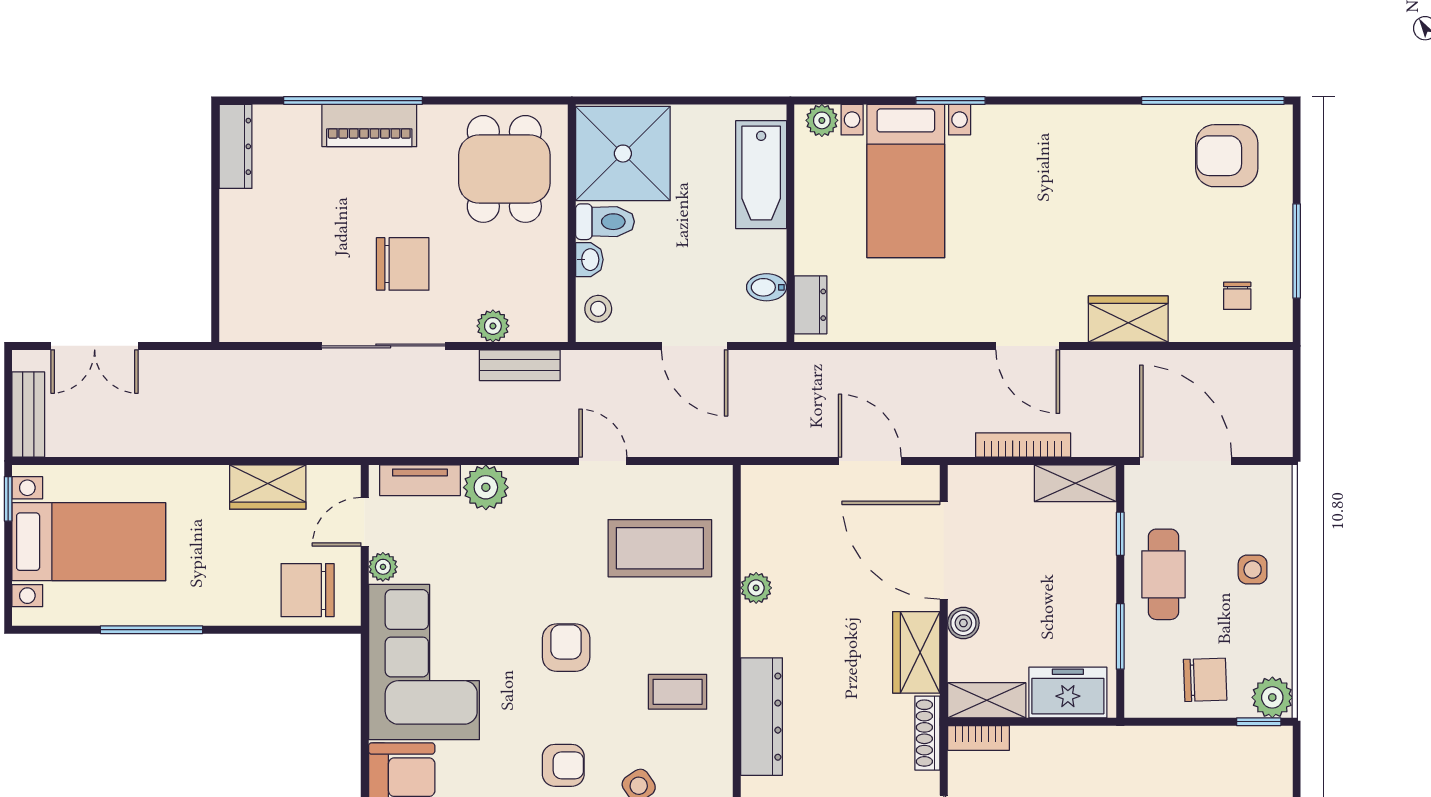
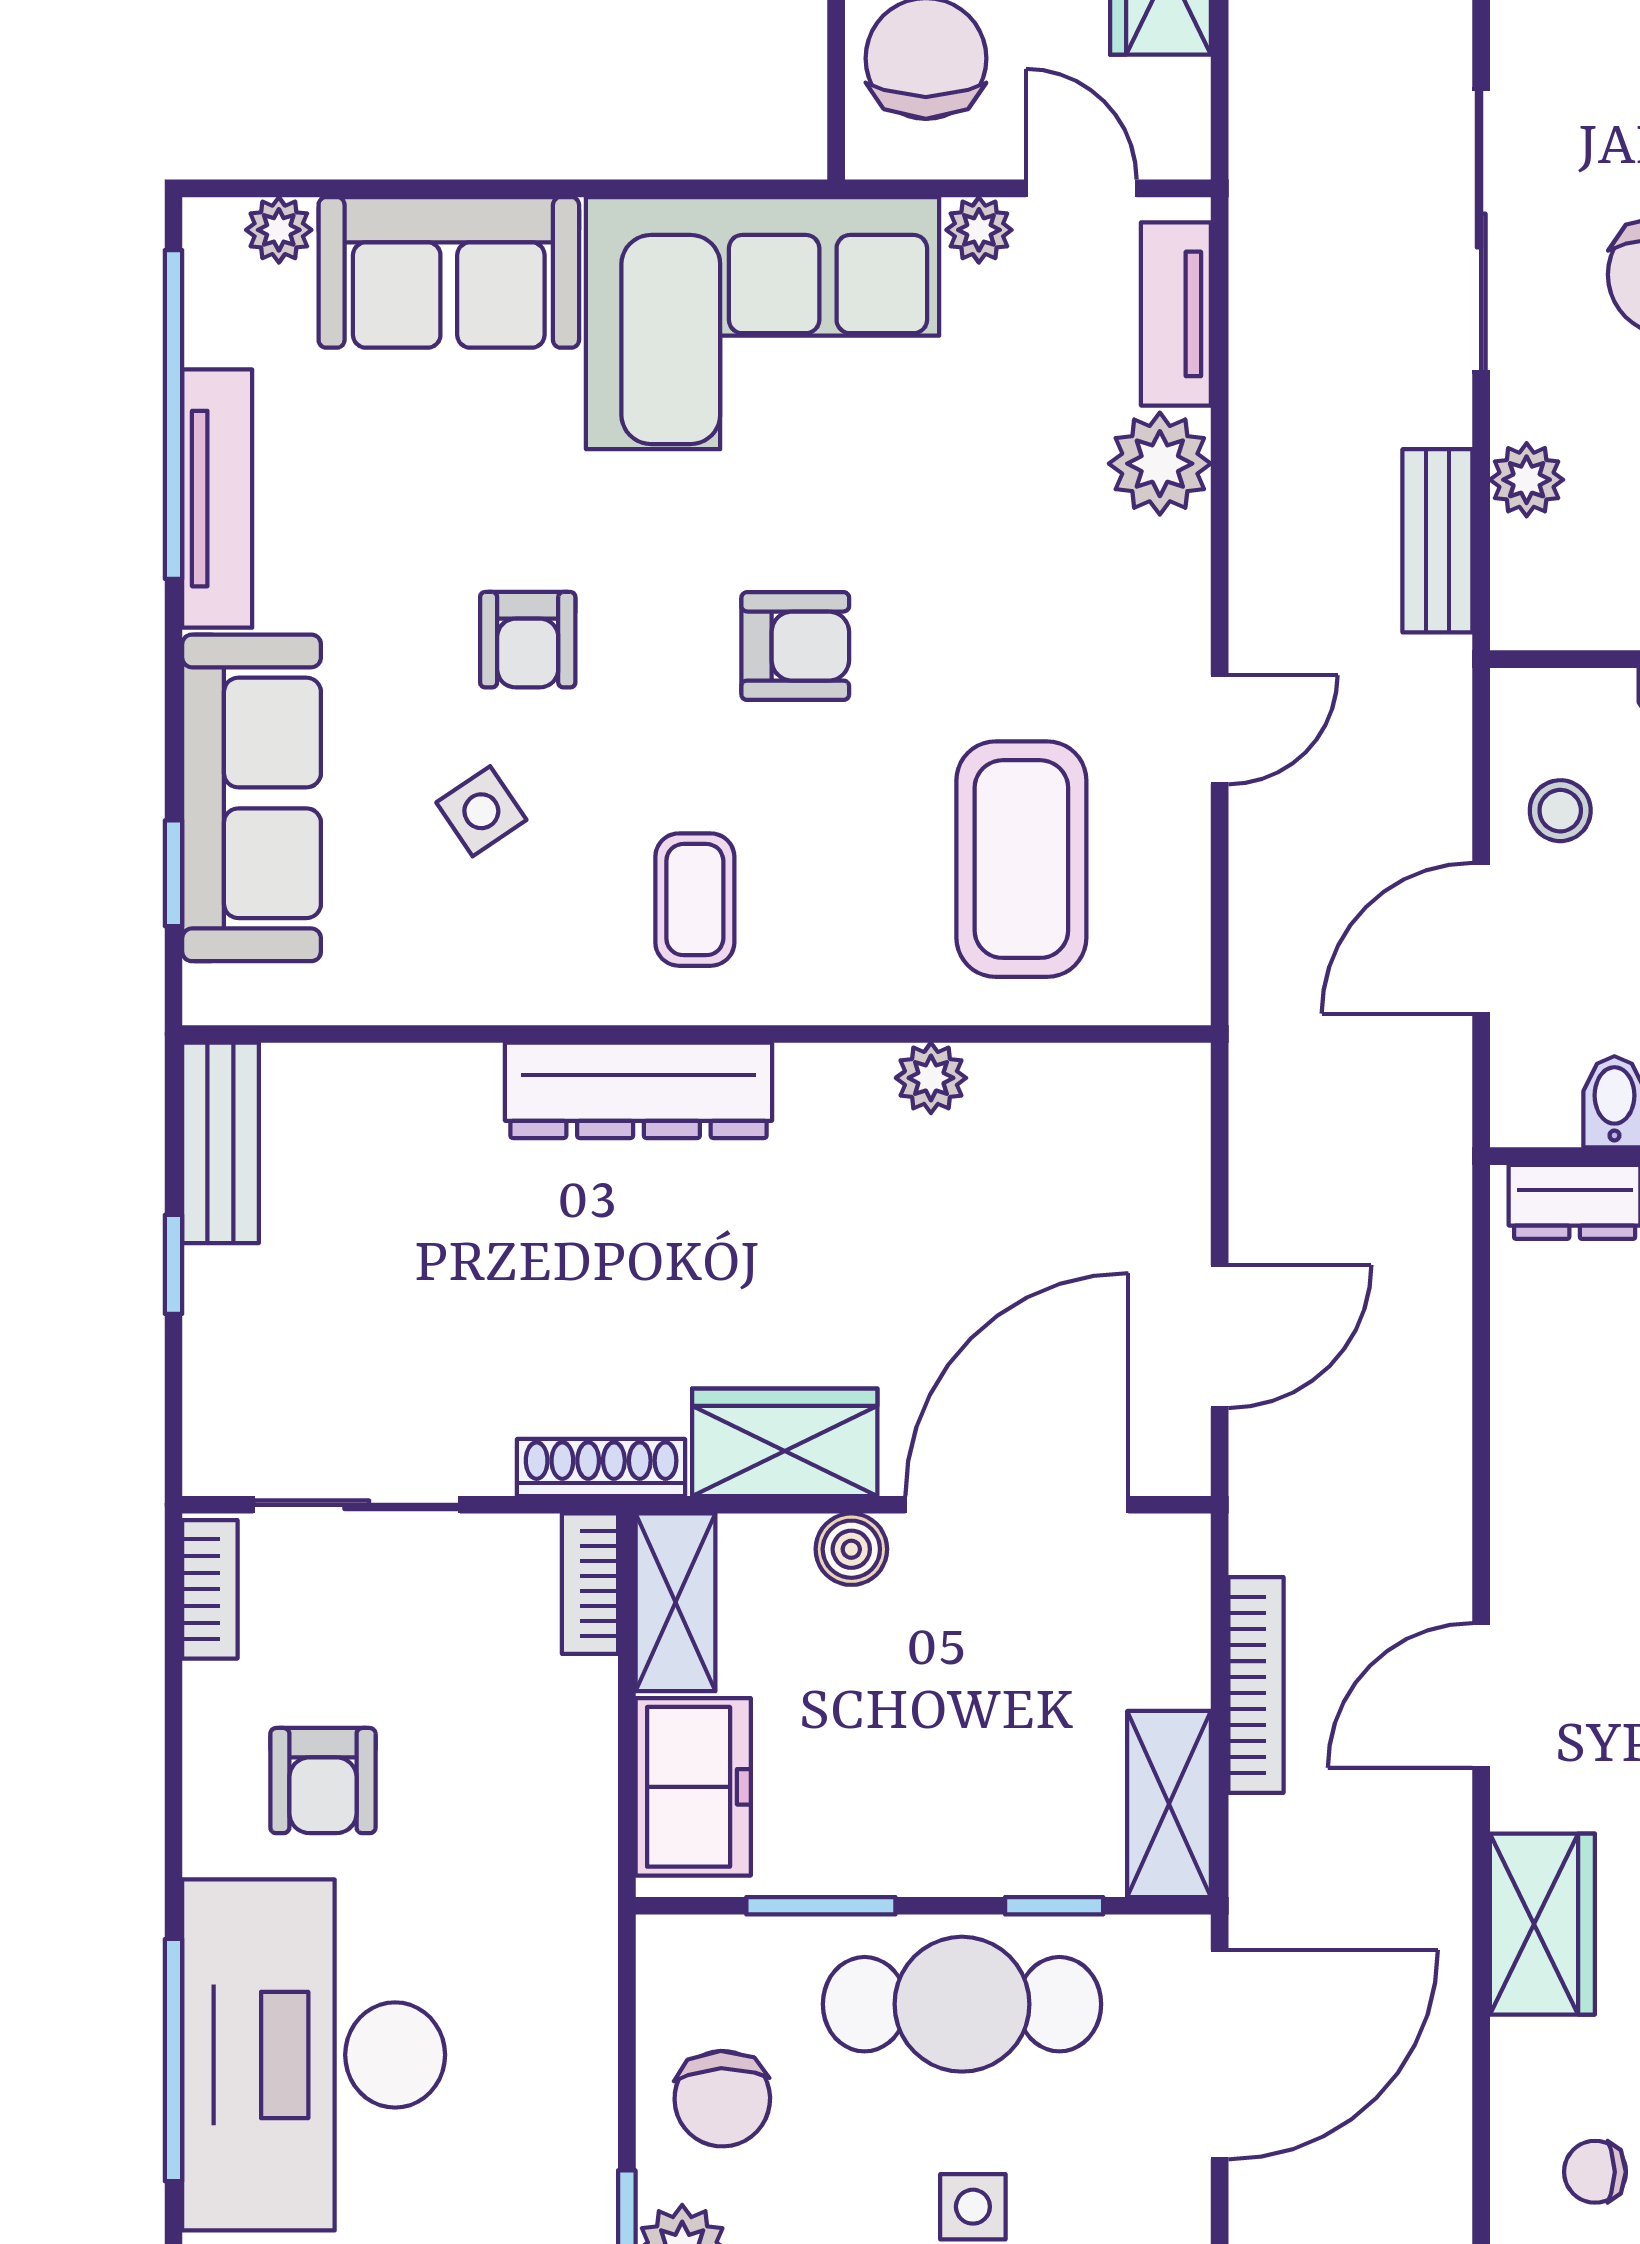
stool: (598, 309) -> (1560, 811), moved
cafe table: (1163, 574) -> (962, 2004), width x1.37, depth x1.35

